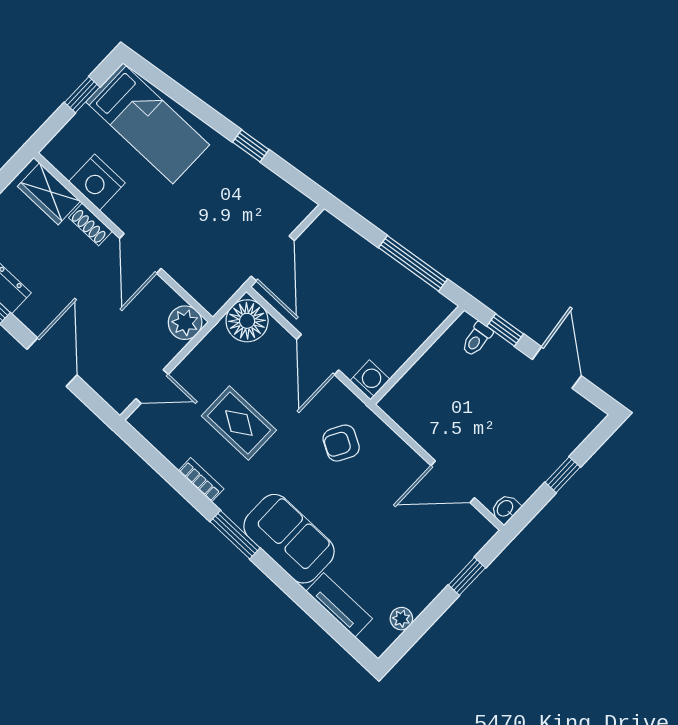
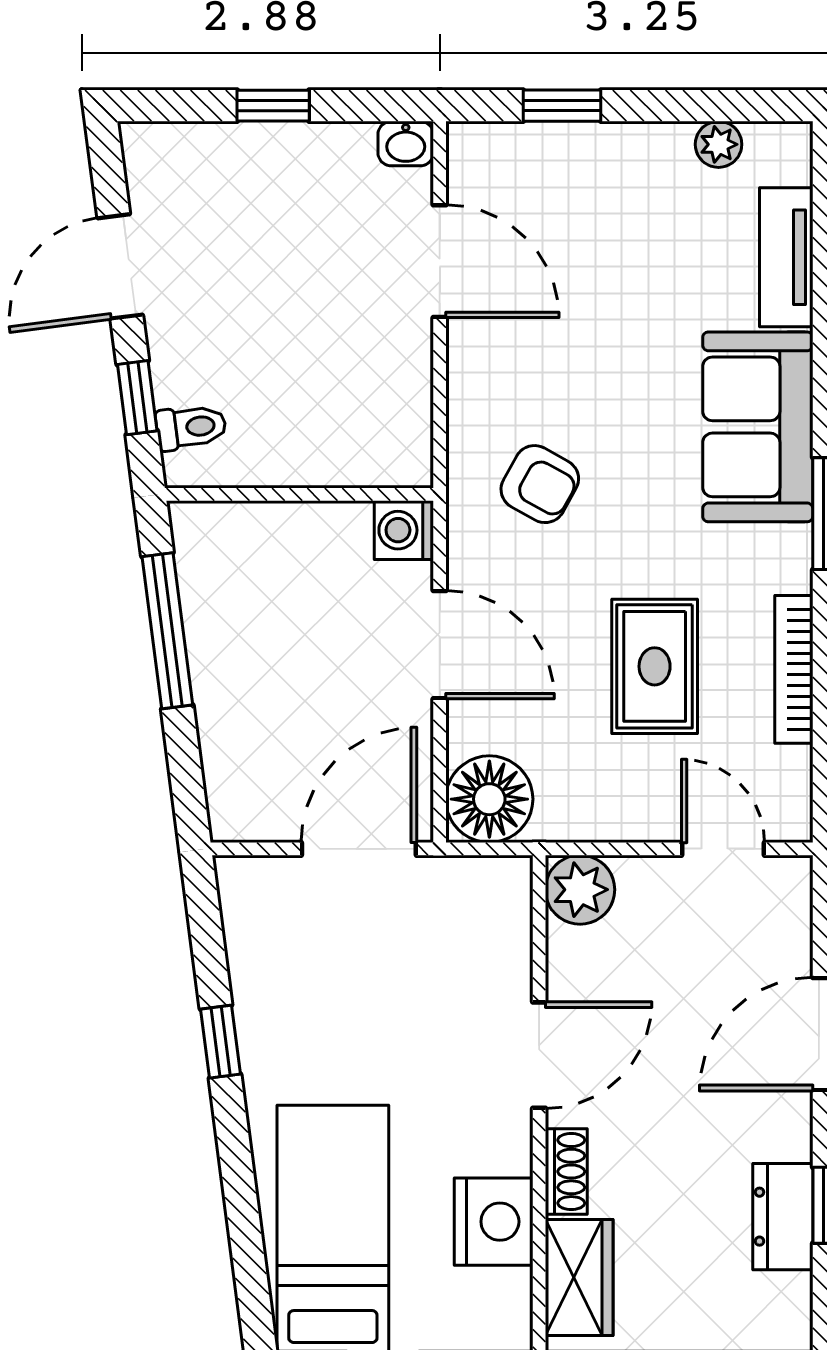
door: (318, 355) -> (440, 645), hinge flipped
bookcase: (201, 480) -> (794, 669), width x1.56

